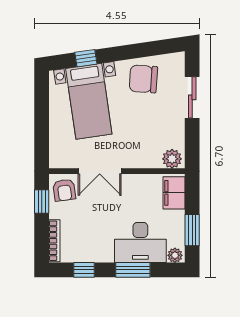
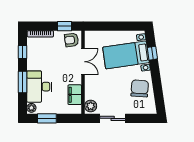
sliding door: (192, 97) -> (113, 118), moved
double door: (100, 171) -> (83, 62), swing flipped
filing cabinet: (174, 193) -> (75, 95), moved, turned -90

